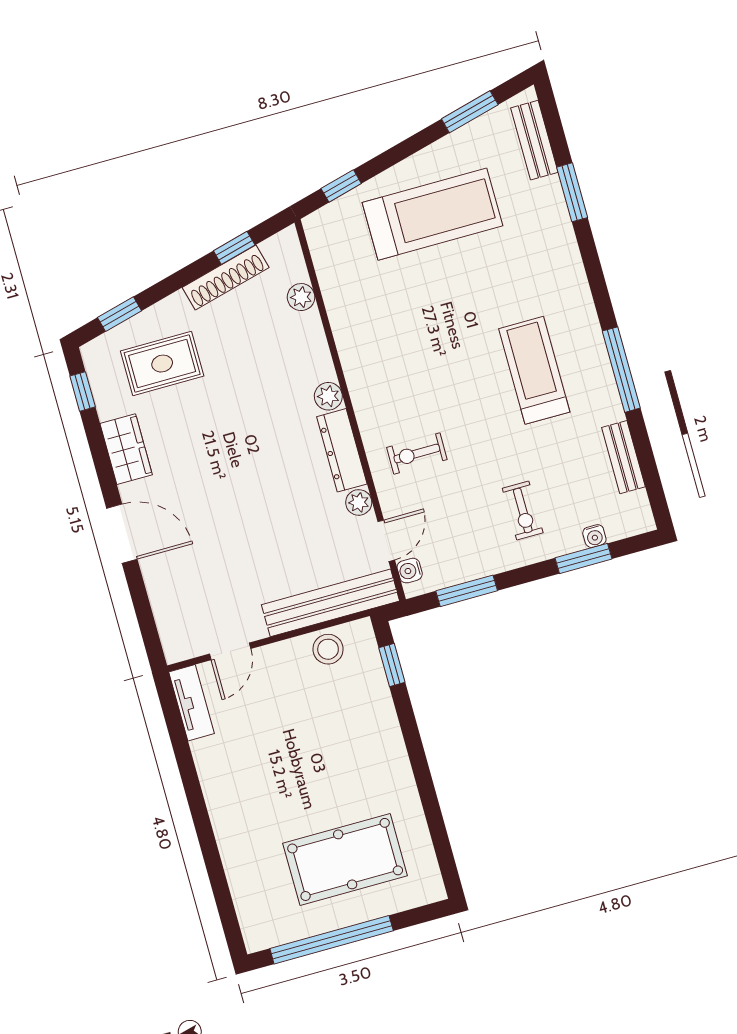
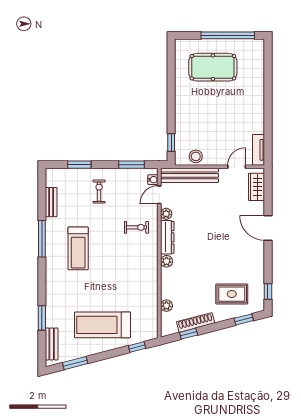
wardrobe: (126, 449) -> (257, 187), moved
water cooler: (594, 536) -> (72, 173), removed

